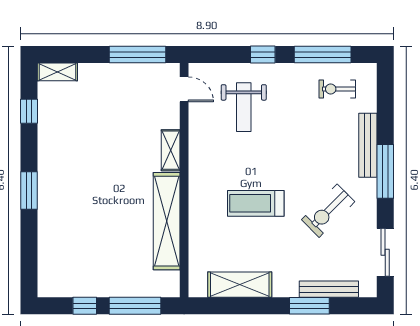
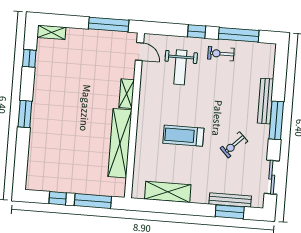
exercise bike: (337, 89) -> (221, 54), moved
exercise bike: (328, 211) -> (234, 145), width x0.73, depth x0.72
window: (309, 306) -> (230, 212), moved

